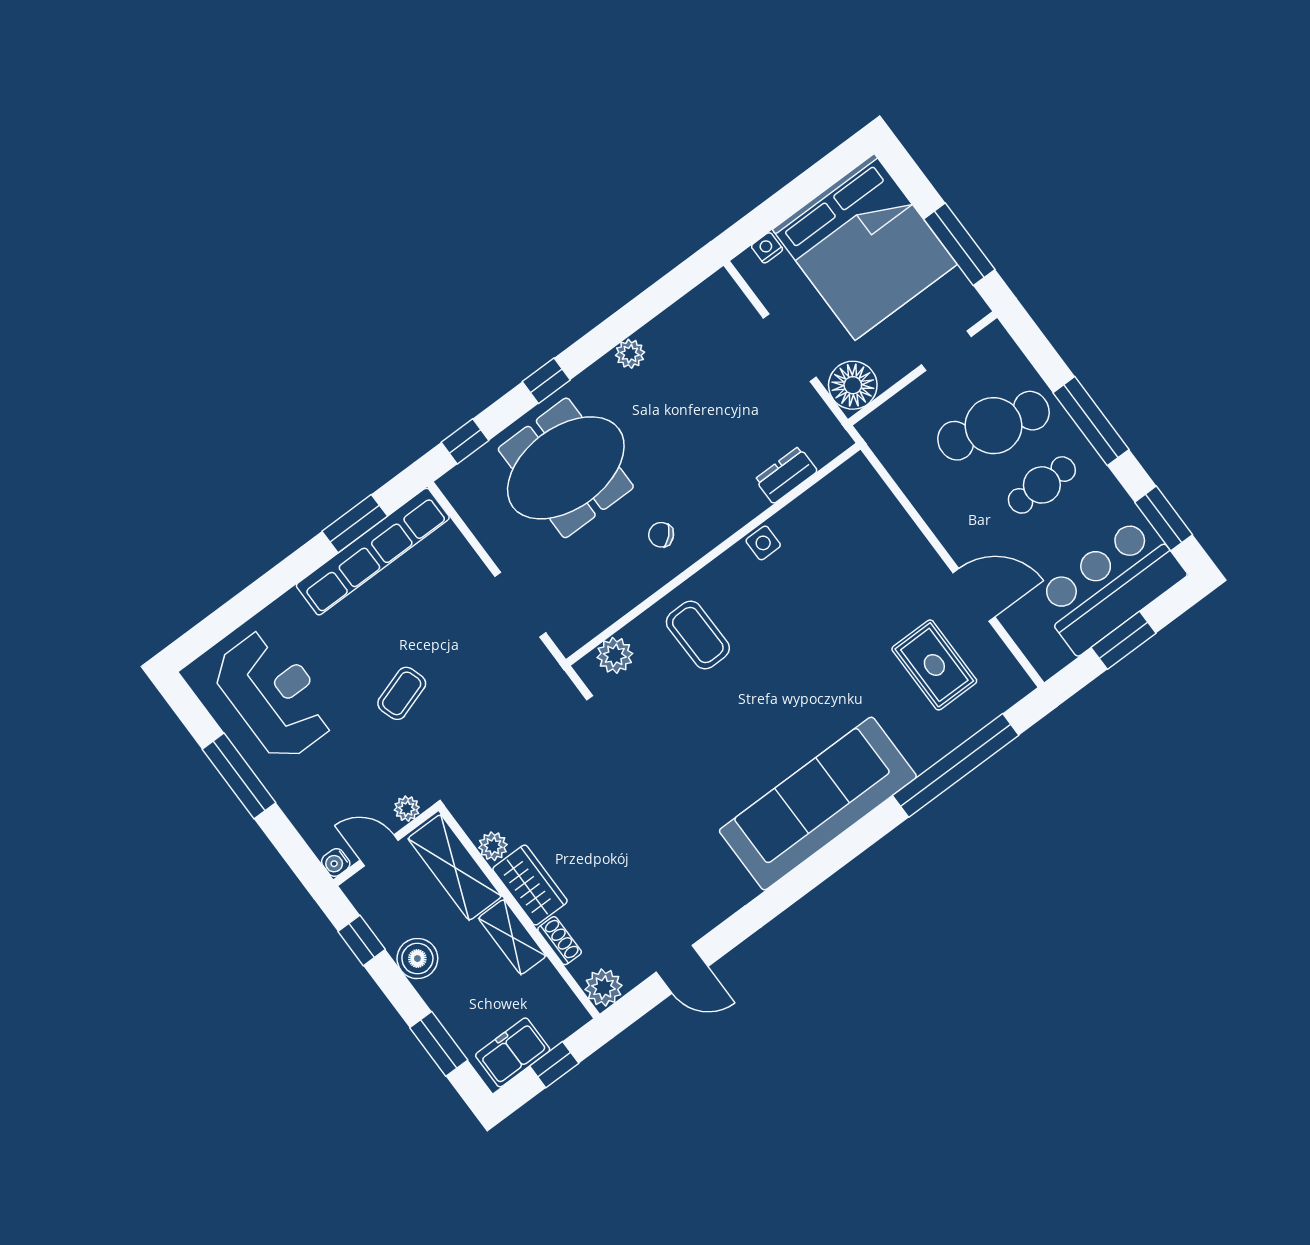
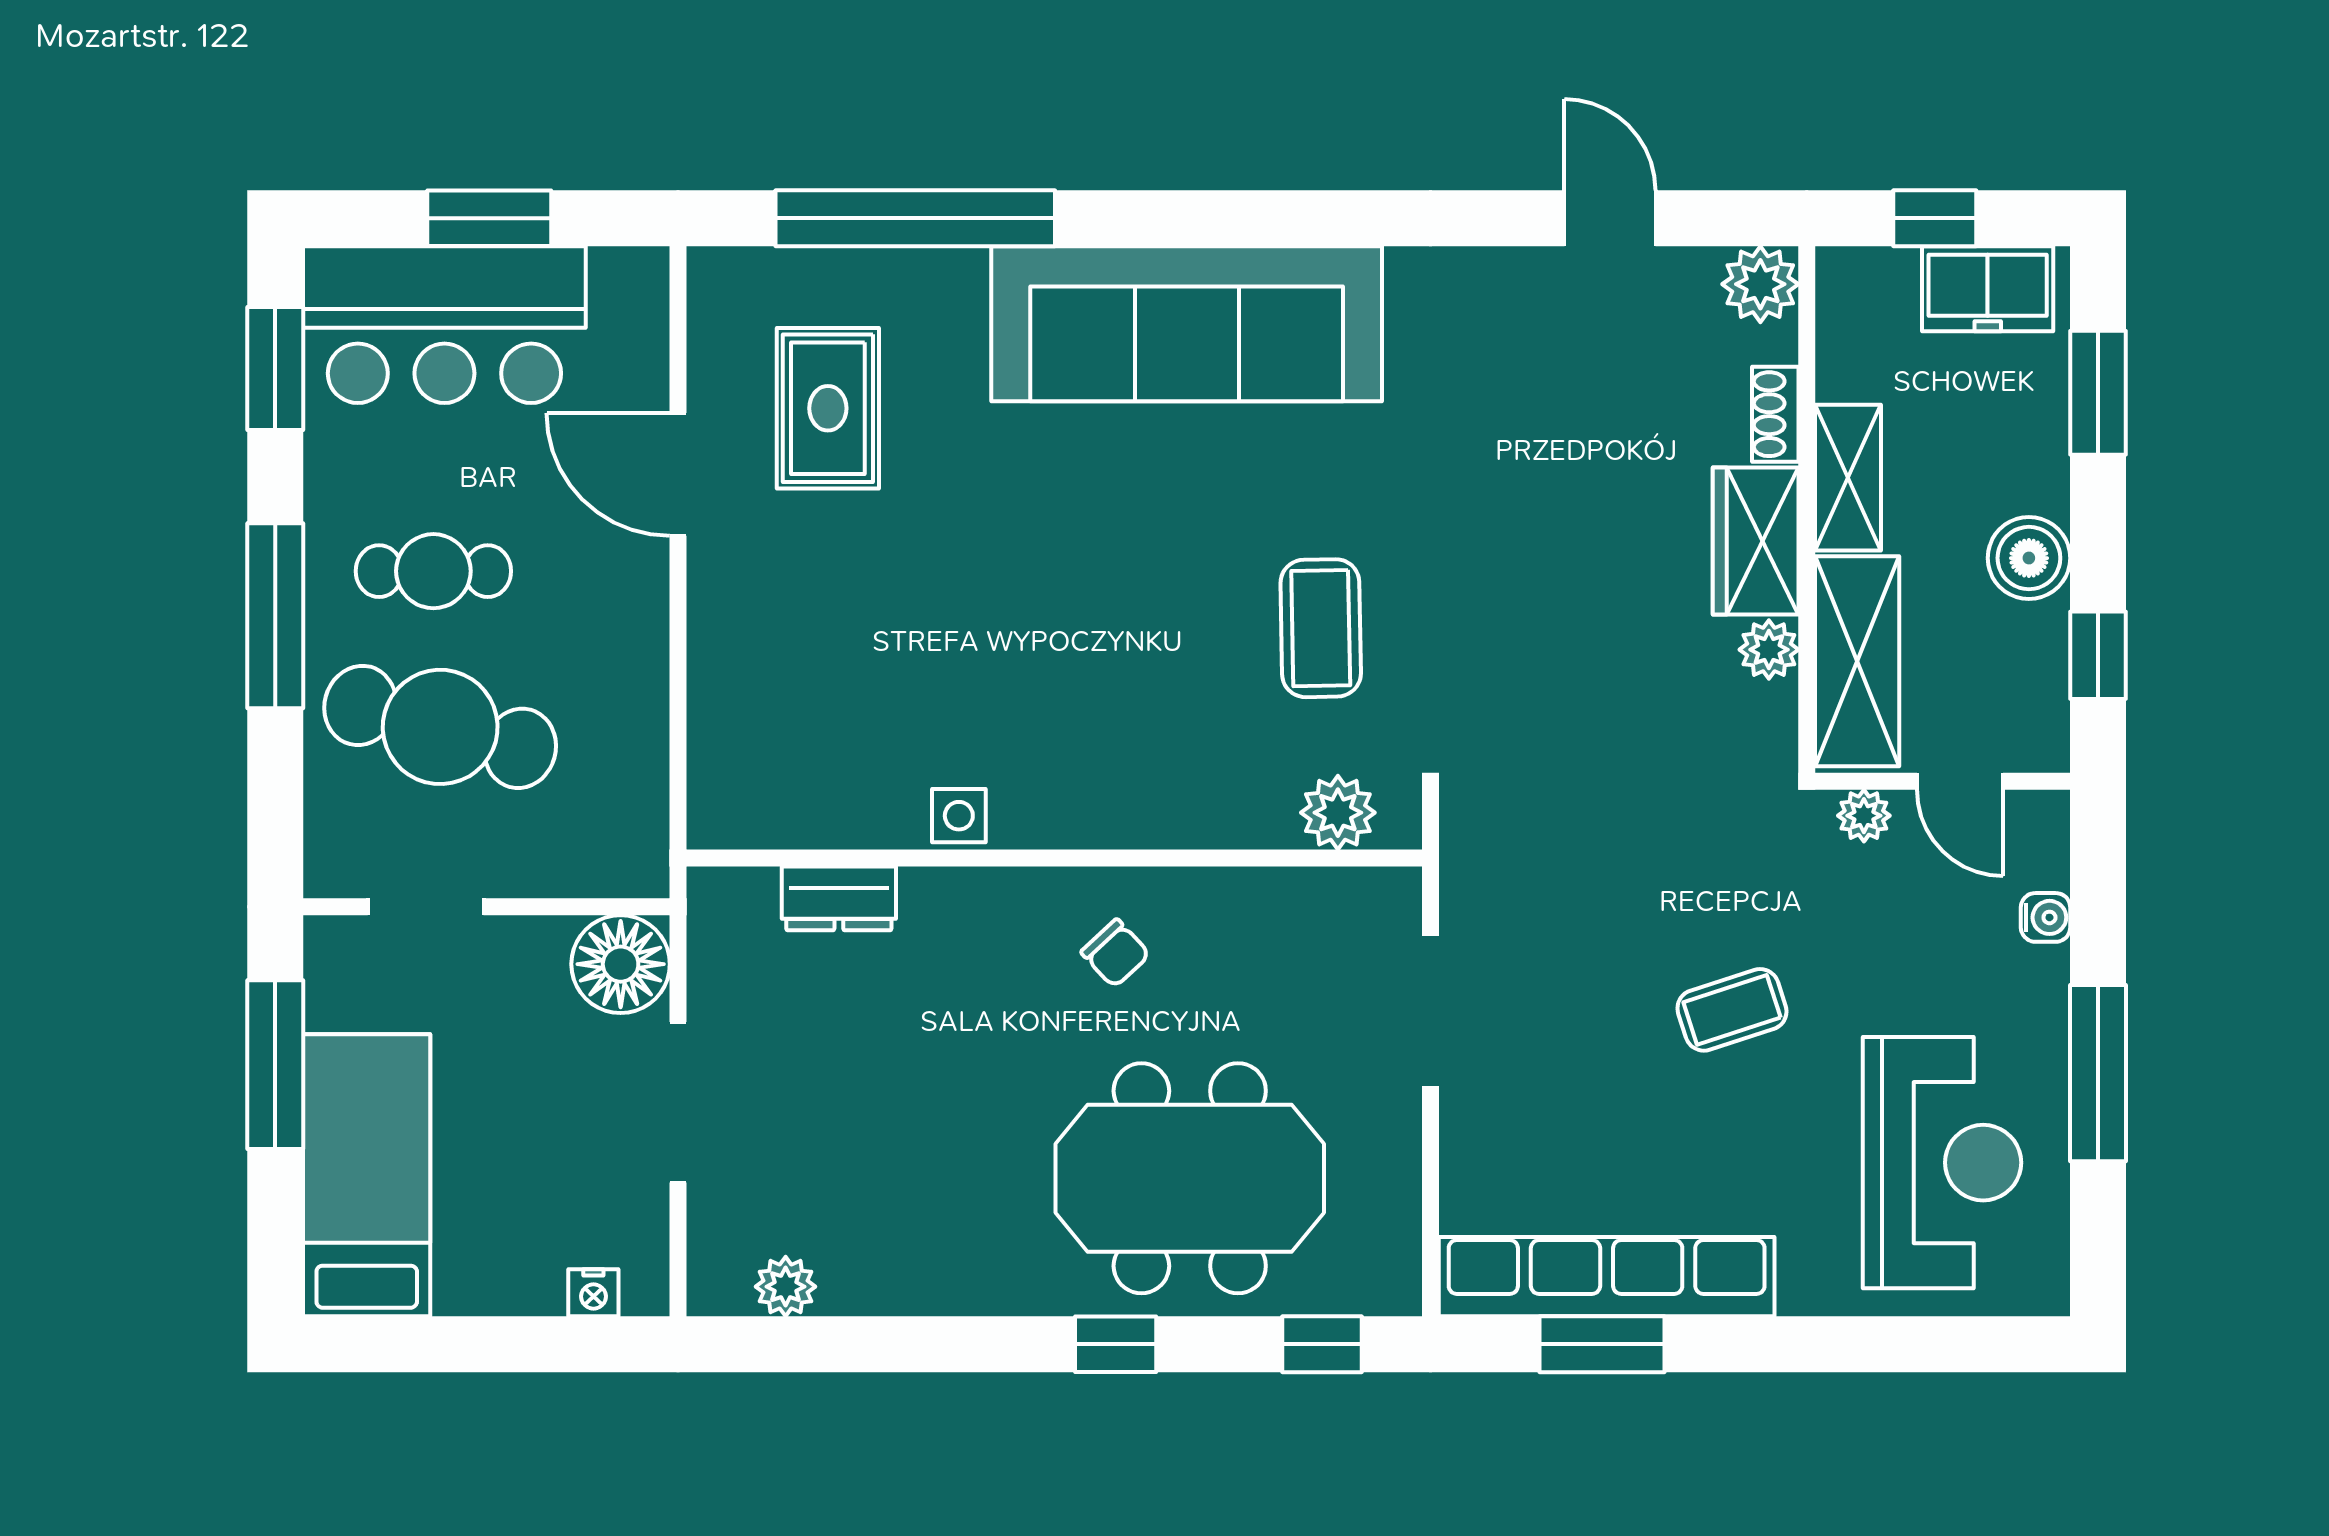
bed: (865, 247) -> (367, 1175), width x0.49
plant: (630, 354) -> (786, 1287), moved
coffee table: (698, 635) -> (1321, 628), moved
reception desk: (274, 695) -> (1942, 1163), turned 180
water cooler: (336, 863) -> (2046, 917), moved

